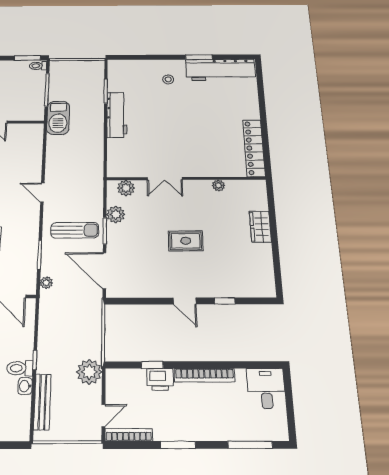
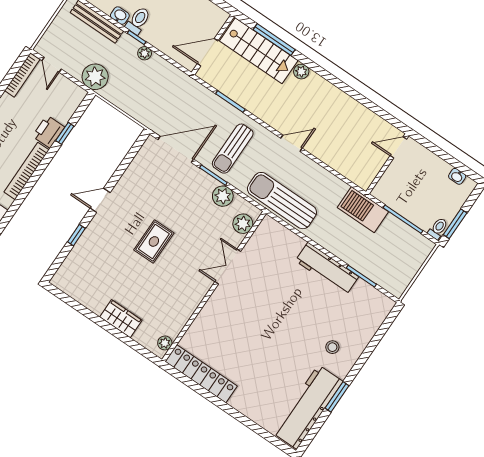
sun lounger: (90, 173) -> (282, 201), added
plant: (219, 185) -> (165, 343), moved
plant: (46, 283) -> (145, 53), moved

